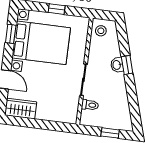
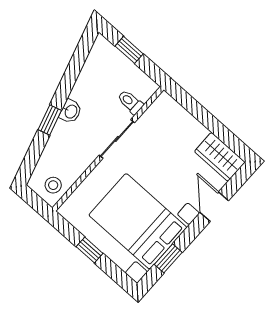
washbasin: (117, 65) -> (71, 111), moved

